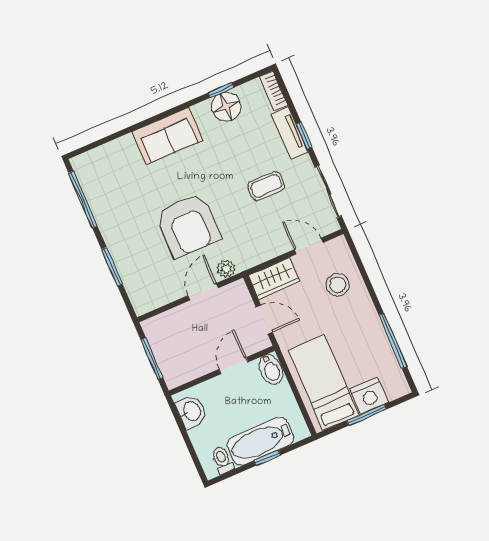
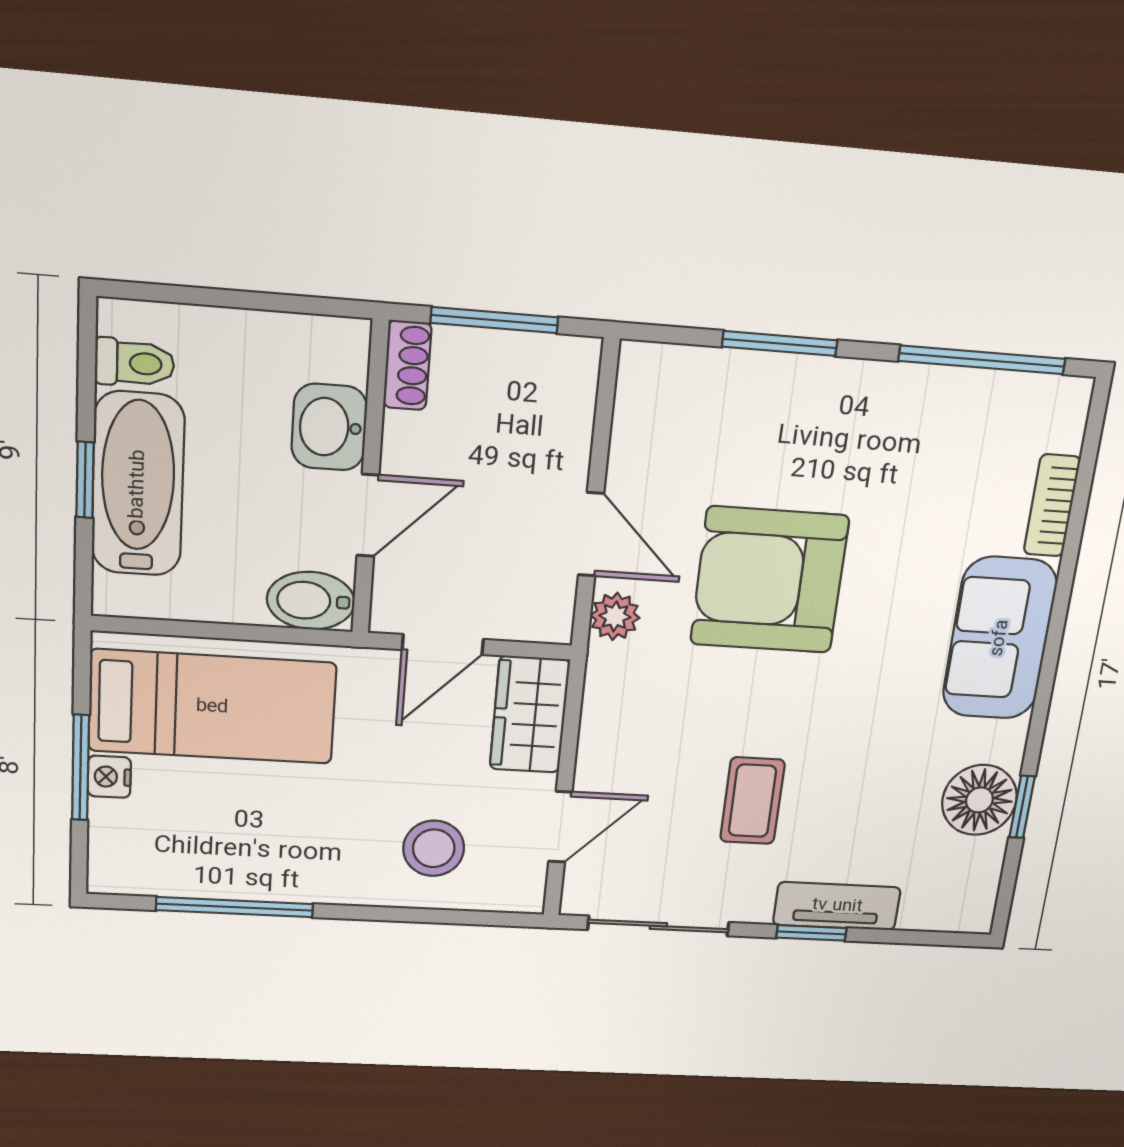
bookcase: (273, 91) -> (1052, 505), moved, turned -90
door: (234, 366) -> (368, 515), hinge flipped
shoe rack: (180, 378) -> (407, 365), added
nightstand: (369, 396) -> (109, 777), width x0.53, depth x0.56
washbasin: (191, 411) -> (329, 427), moved, turned 90

